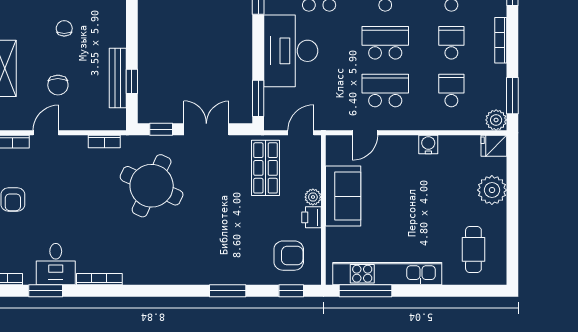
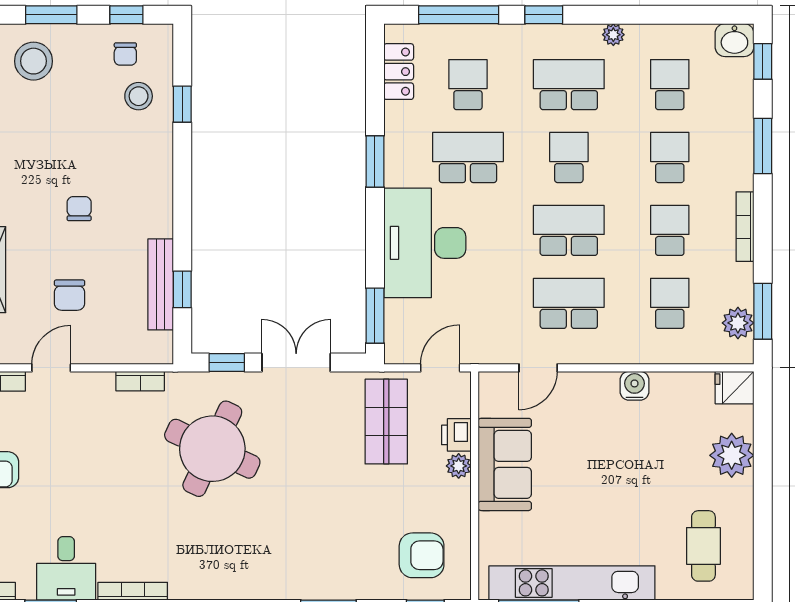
plant: (496, 120) -> (738, 323), moved
printer: (311, 217) -> (456, 435), moved

